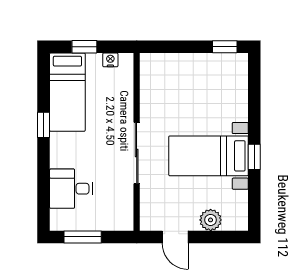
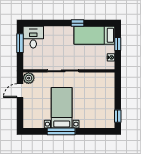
window: (254, 157) -> (61, 131), width x2.17
desk: (71, 189) -> (33, 37), moved
plant: (211, 220) -> (29, 78), moved

